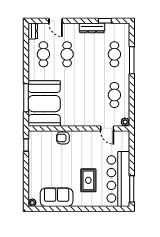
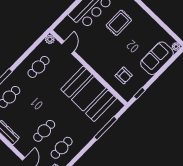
booth: (44, 104) -> (89, 94), moved, turned 90
armchair: (63, 138) -> (124, 75), moved
sofa: (57, 197) -> (157, 58), moved, turned 90

